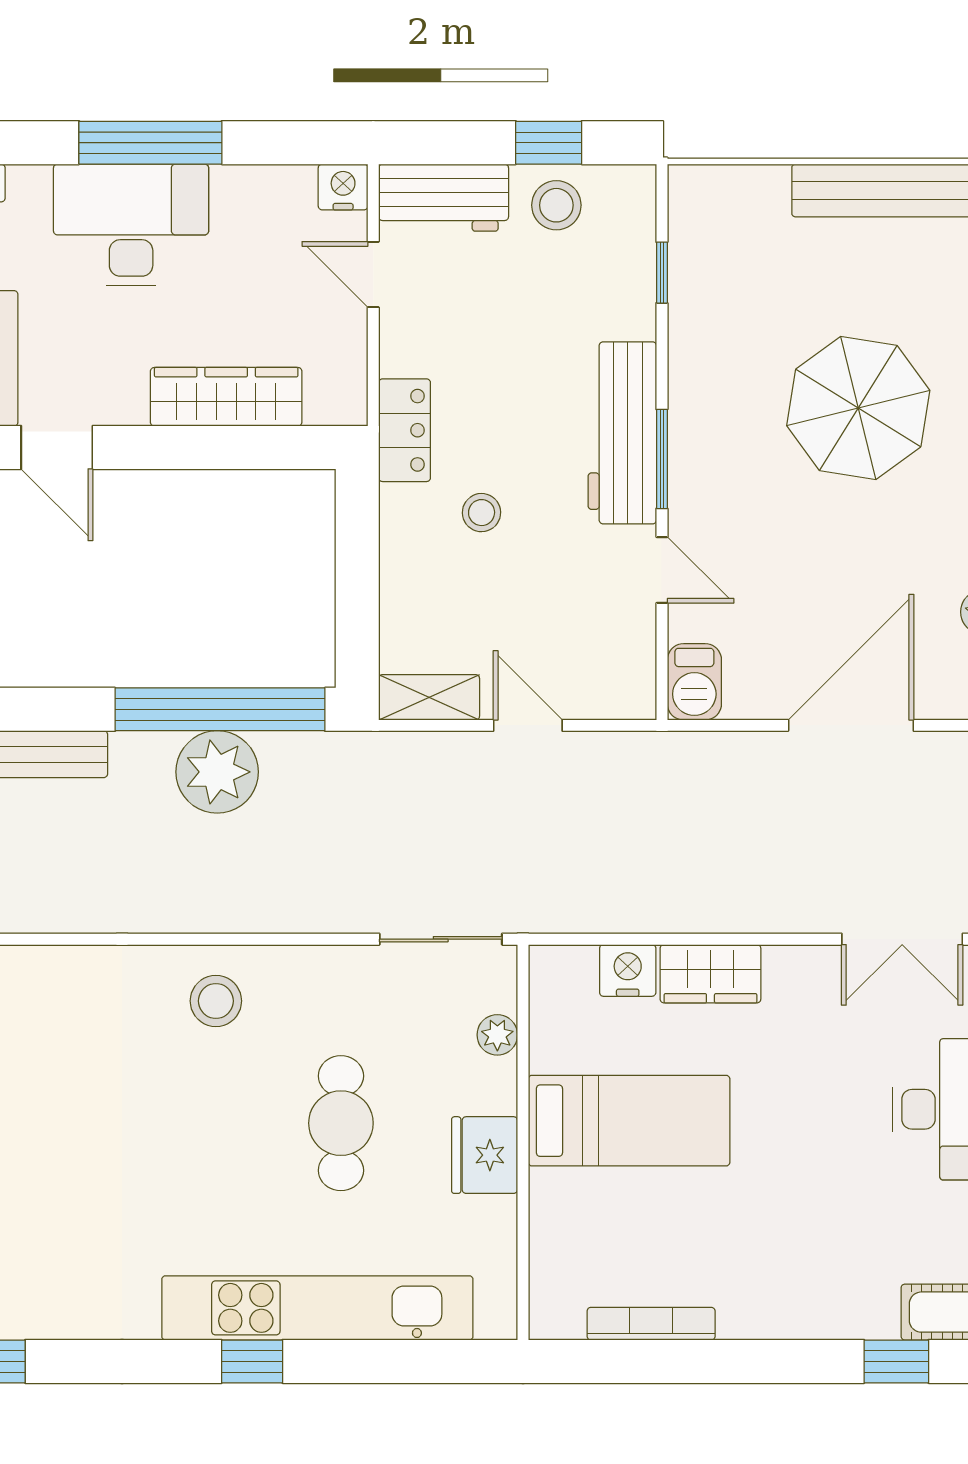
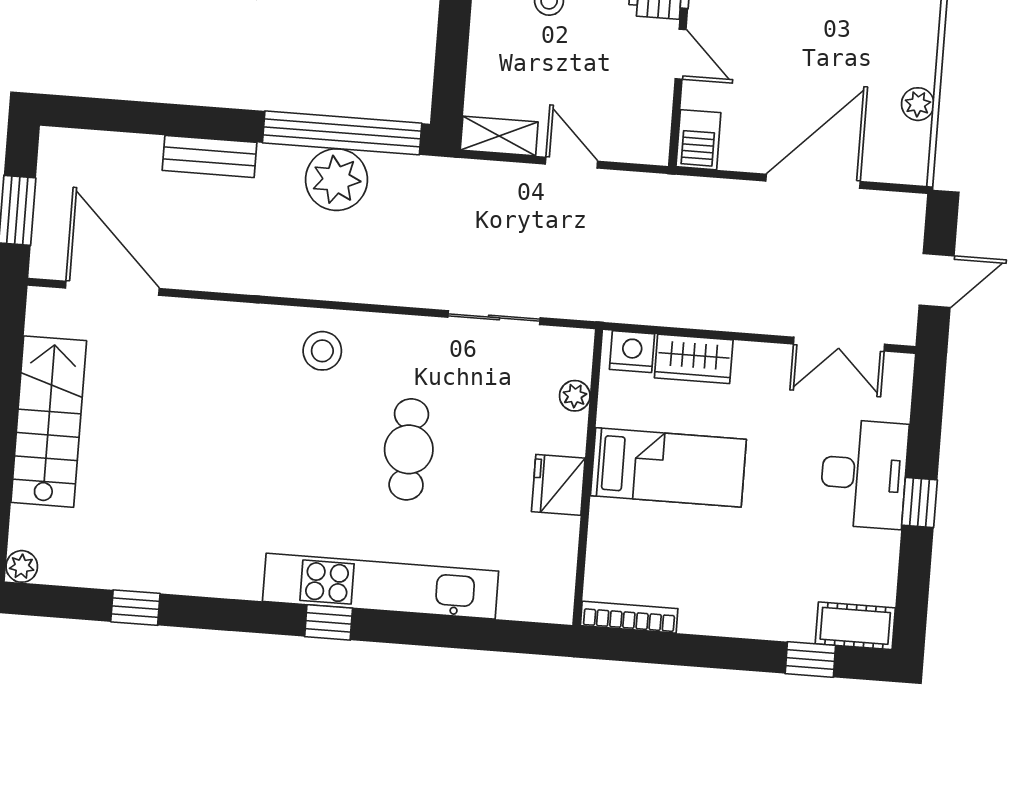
plant: (497, 1035) -> (575, 396), moved
bed: (629, 1121) -> (668, 467), moved
wall: (523, 1142) -> (588, 478), moved
fridge: (485, 1155) -> (558, 485), moved

